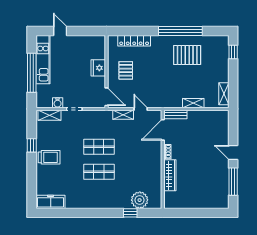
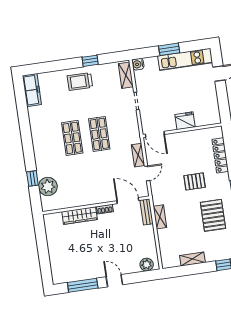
pallet: (126, 70) -> (195, 181), moved
window: (32, 73) -> (169, 49), width x0.47
shelving: (224, 94) -> (192, 259), moved
door: (106, 97) -> (155, 134), hinge flipped
water cooler: (58, 103) -> (138, 64), moved
shelving: (193, 103) -> (160, 217), moved
plant: (223, 121) -> (147, 265), added
door: (233, 153) -> (114, 281), hinge flipped
trolley: (49, 157) -> (80, 81), turned 90

